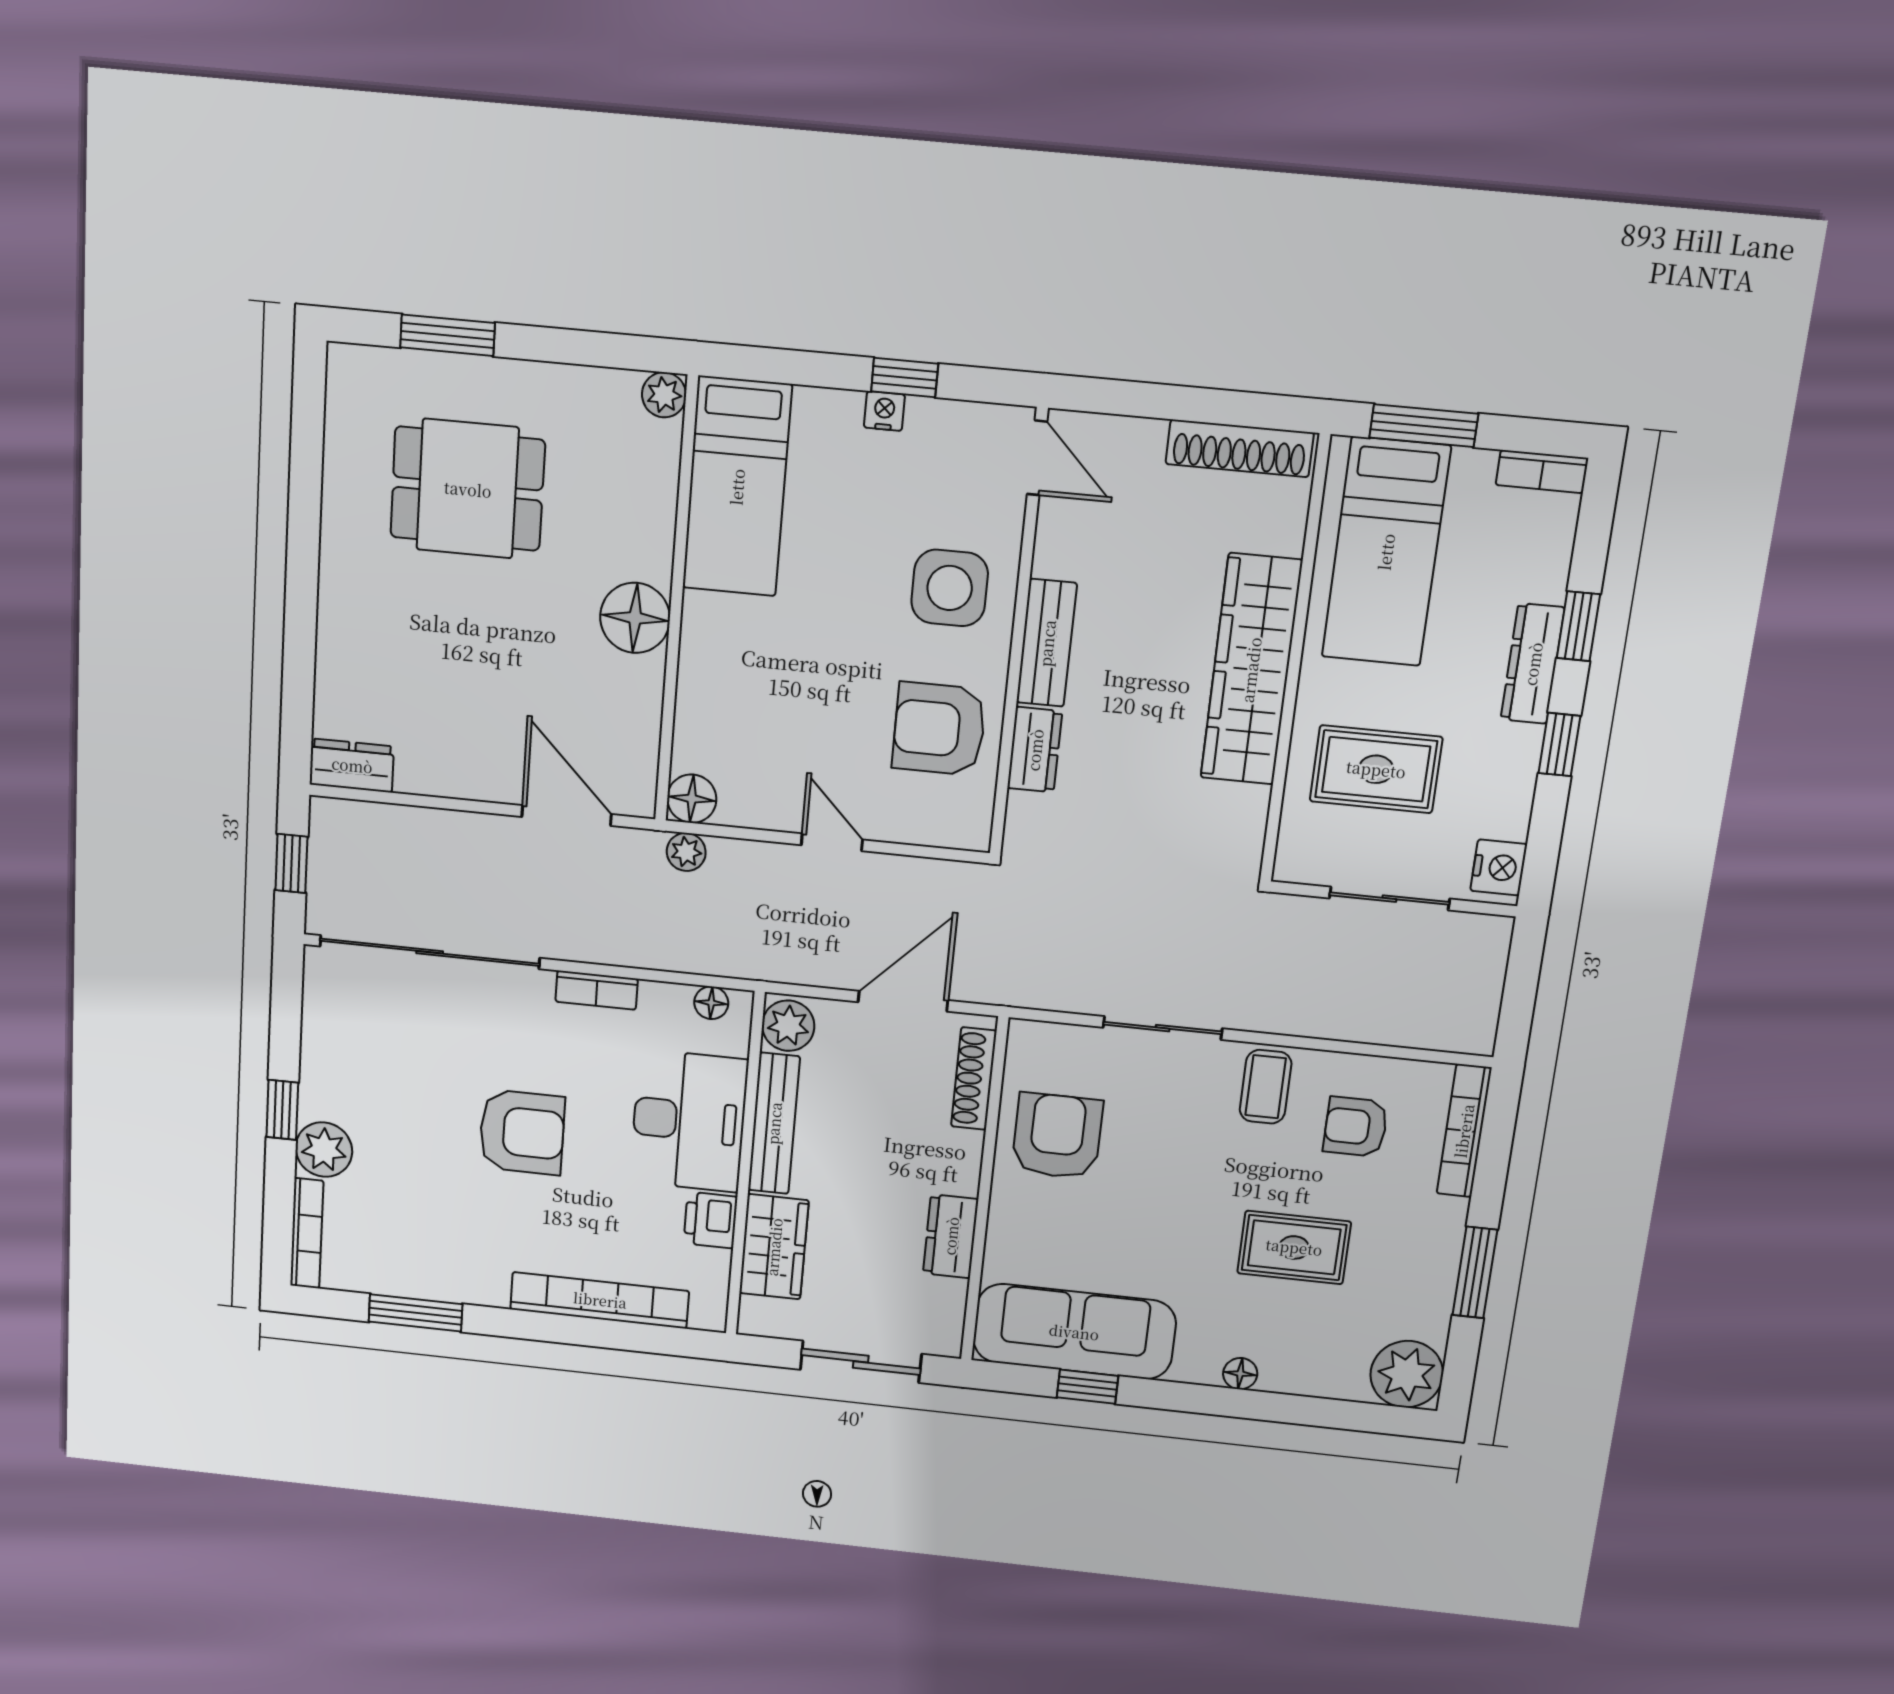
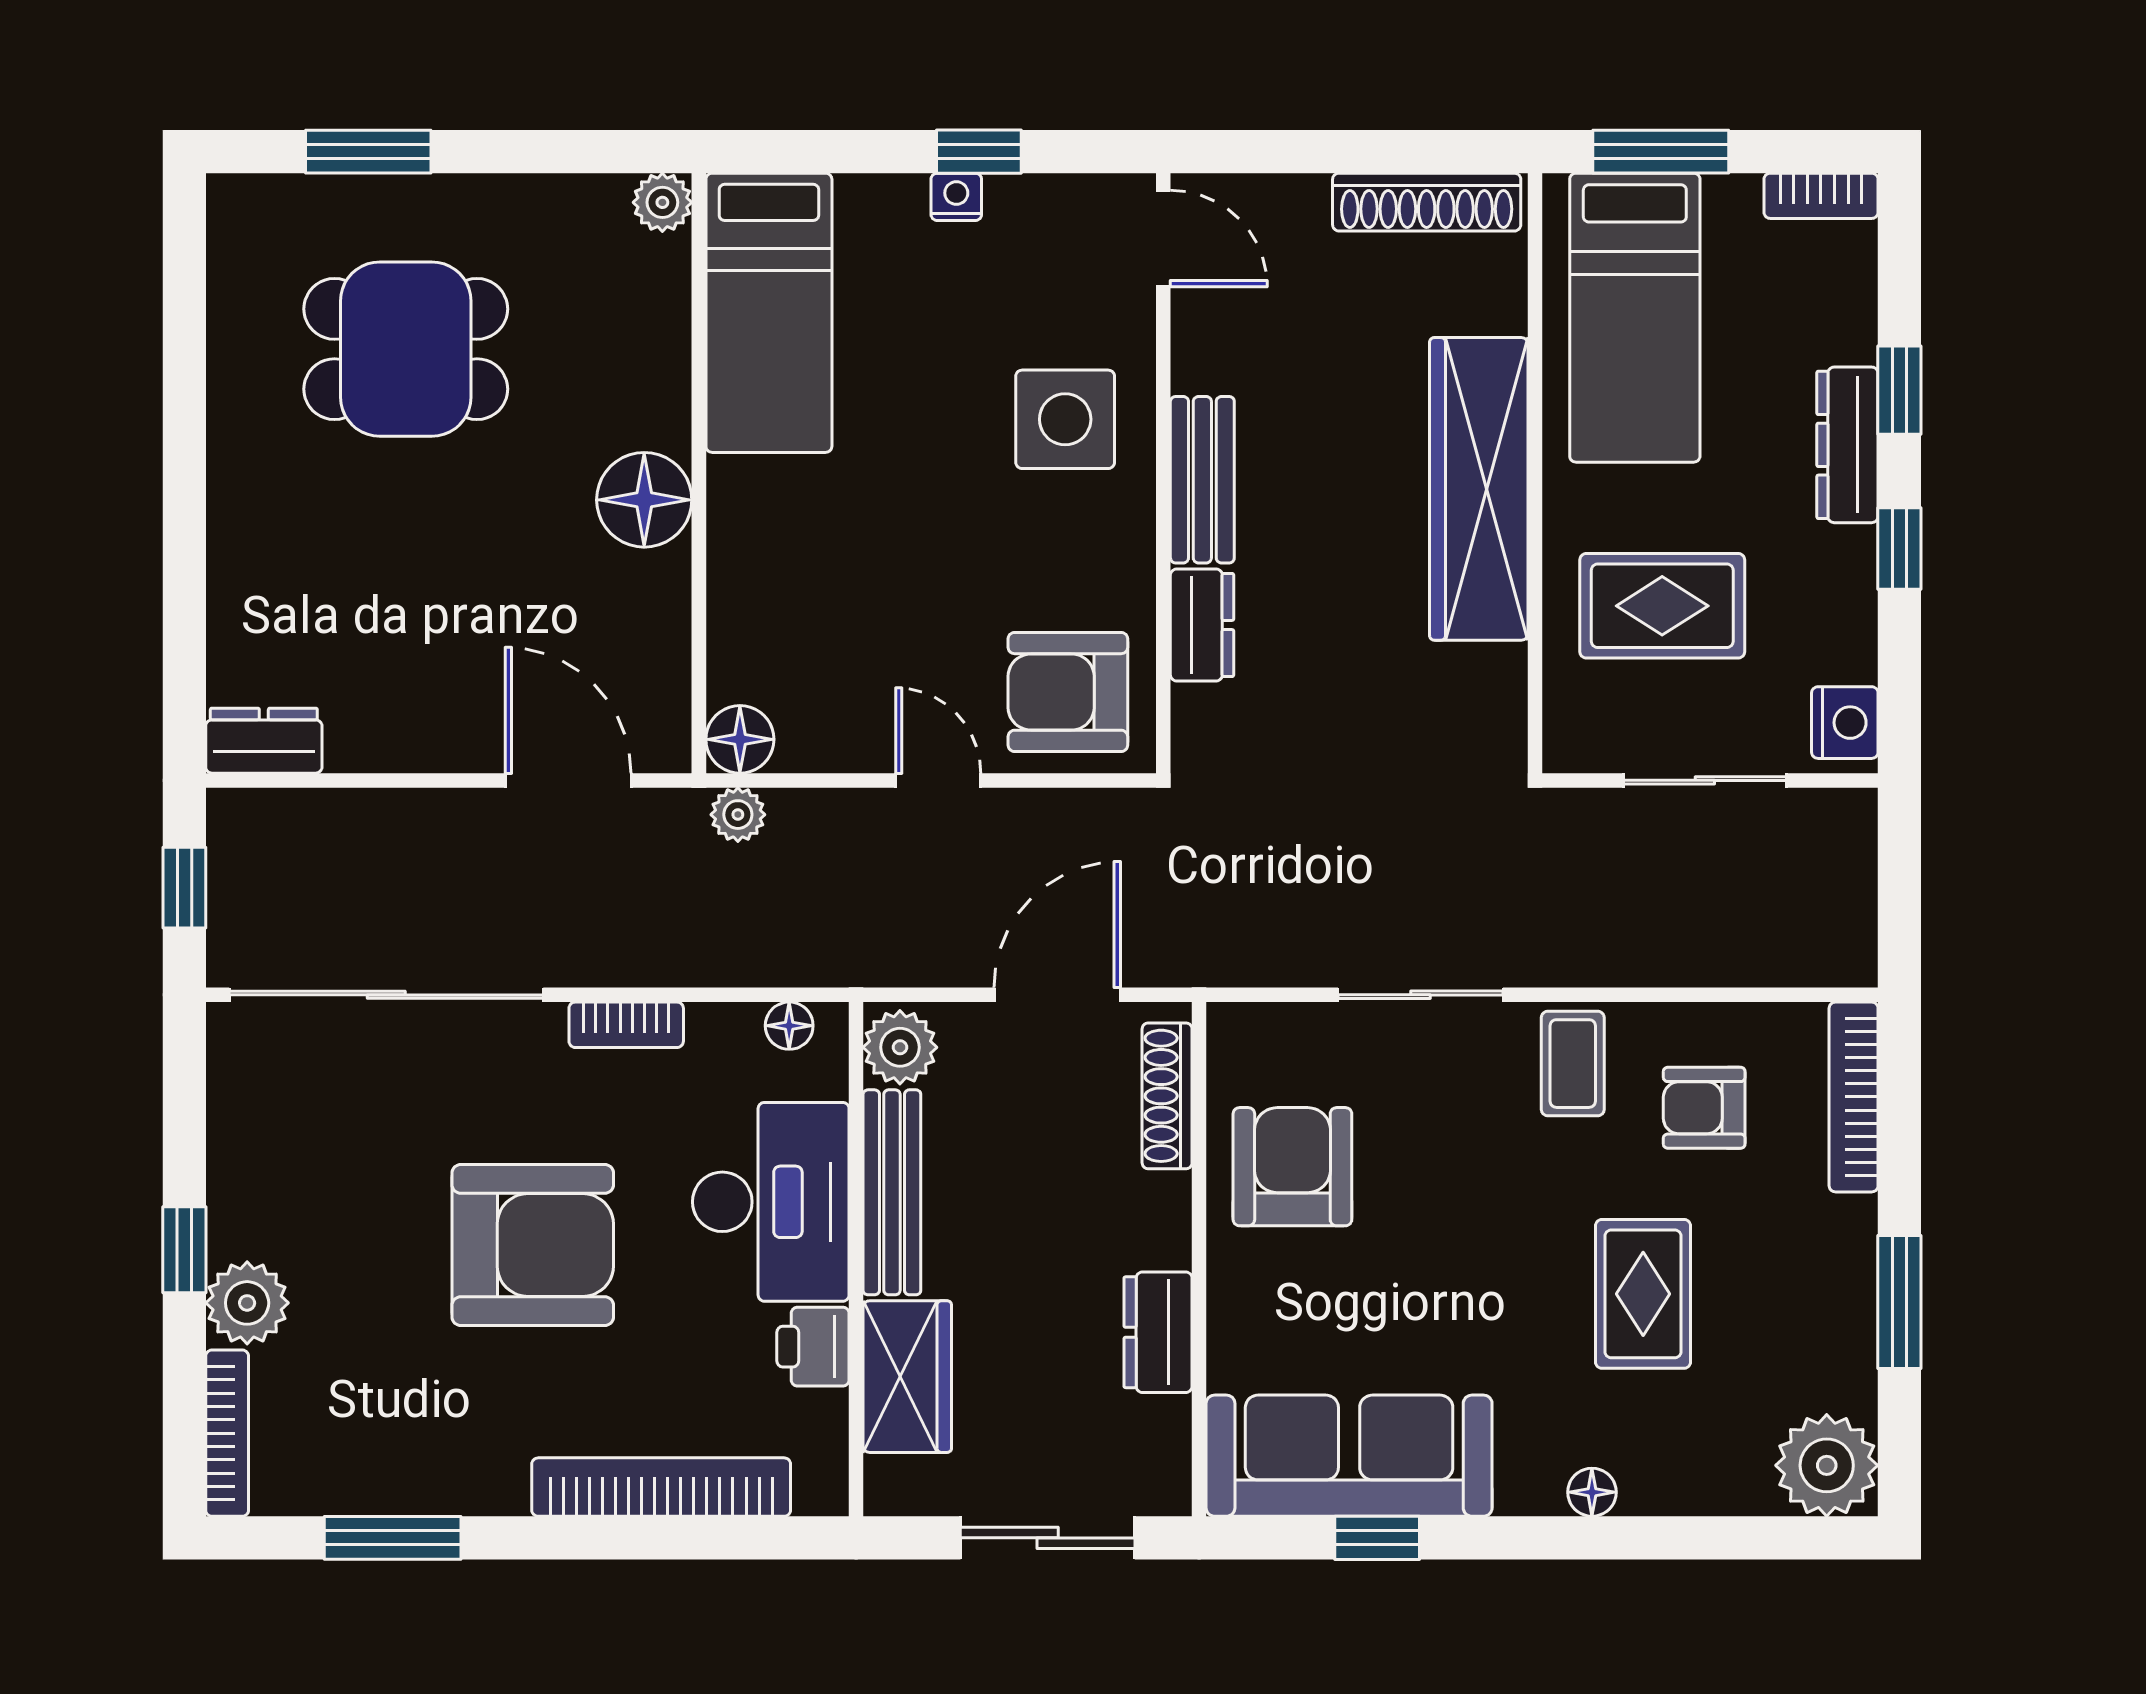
armchair: (939, 729) -> (1068, 692), moved
armchair: (522, 1132) -> (533, 1245), width x1.36, depth x1.36
rug: (1294, 1247) -> (1643, 1294), turned 90

